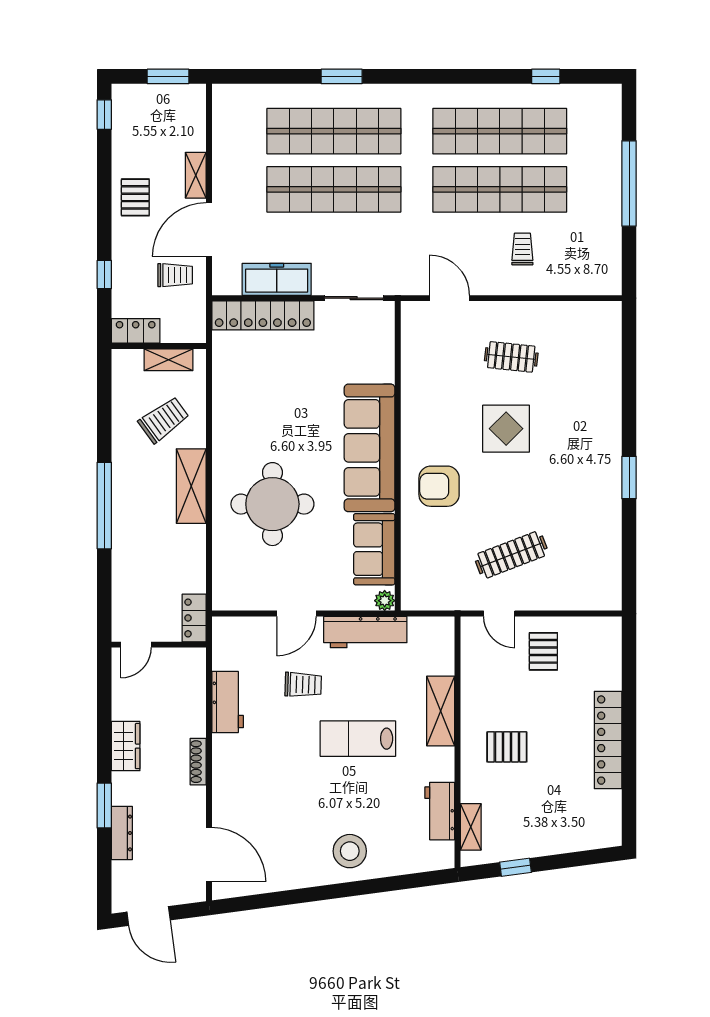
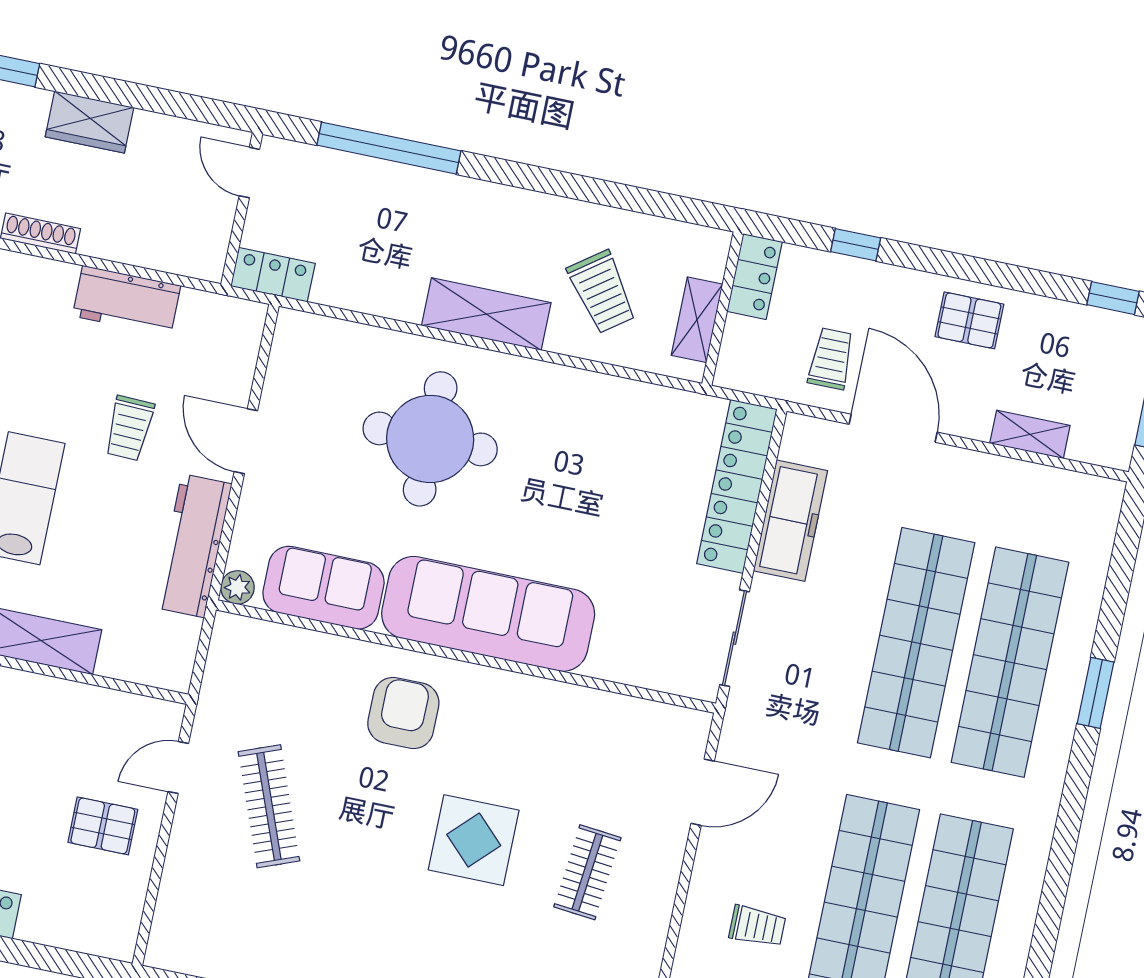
shelving: (196, 175) -> (1030, 434), moved
trolley: (175, 275) -> (831, 359), turned 180
window: (104, 506) -> (389, 148), moved

